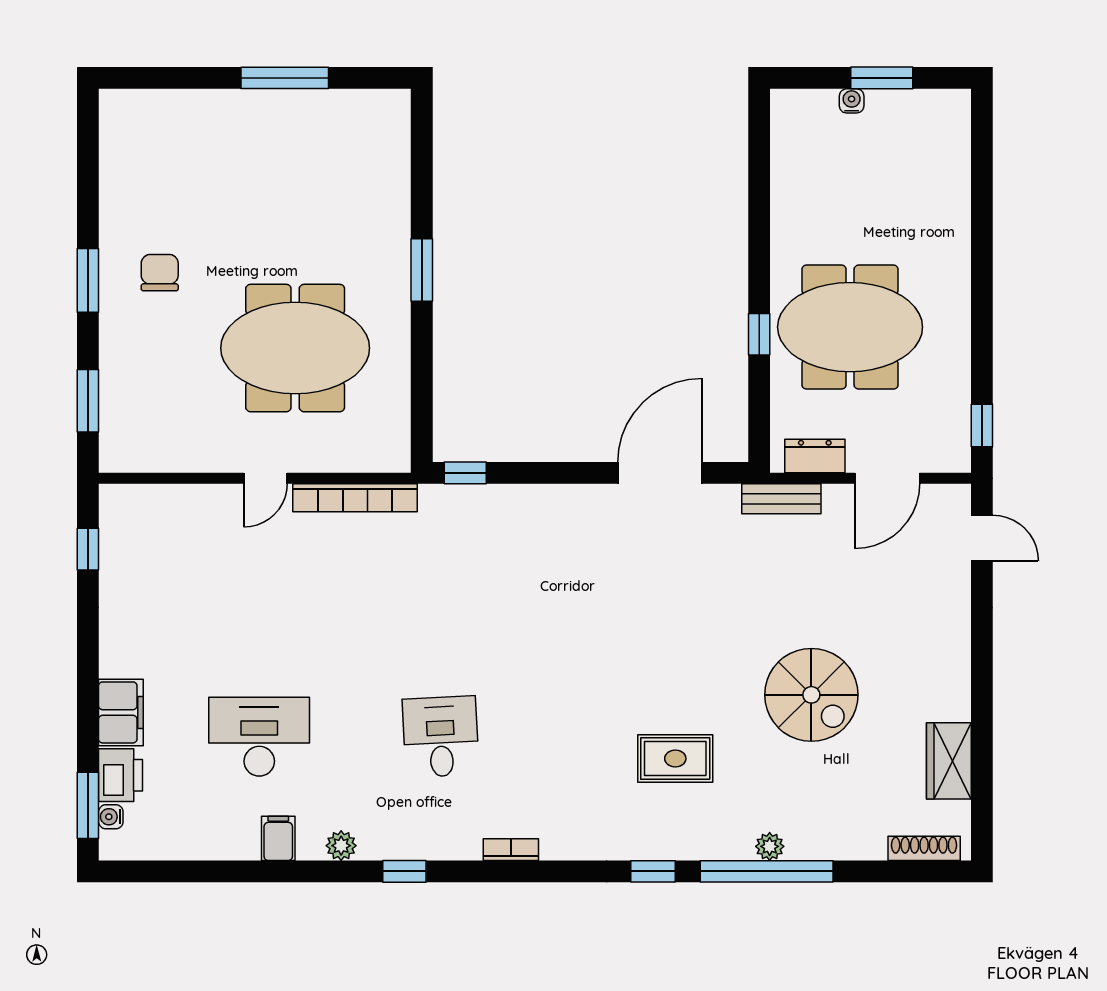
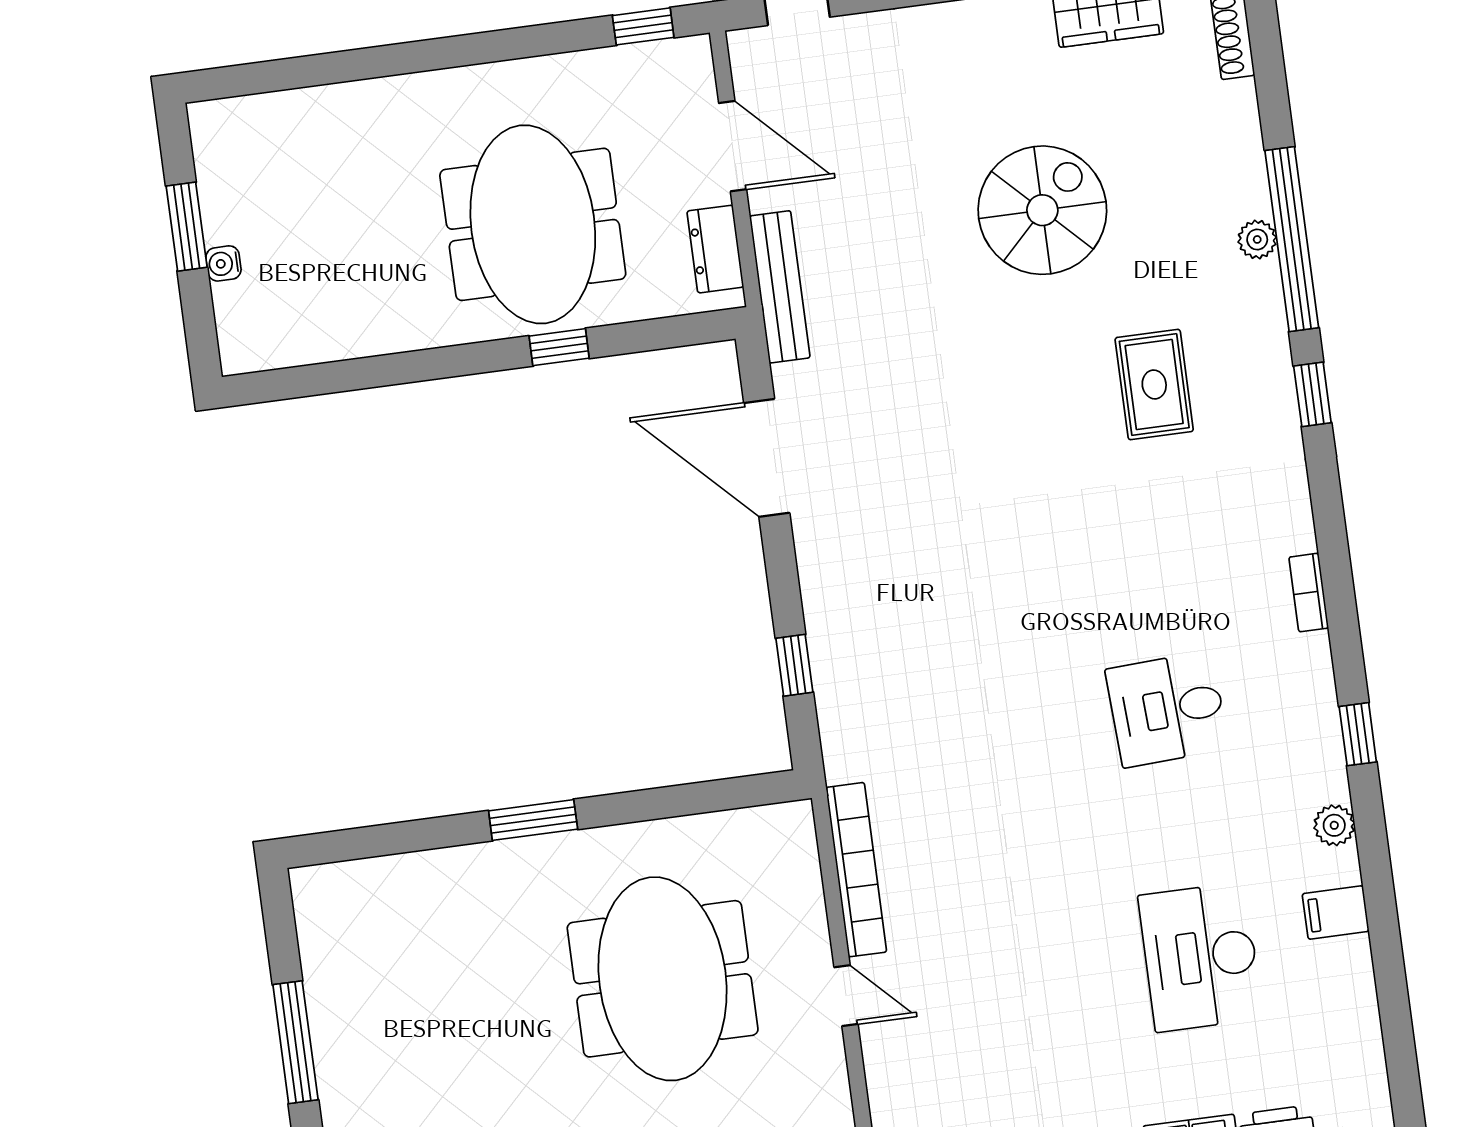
window: (465, 473) -> (794, 665), moved
bench: (781, 499) -> (780, 287), width x1.36

